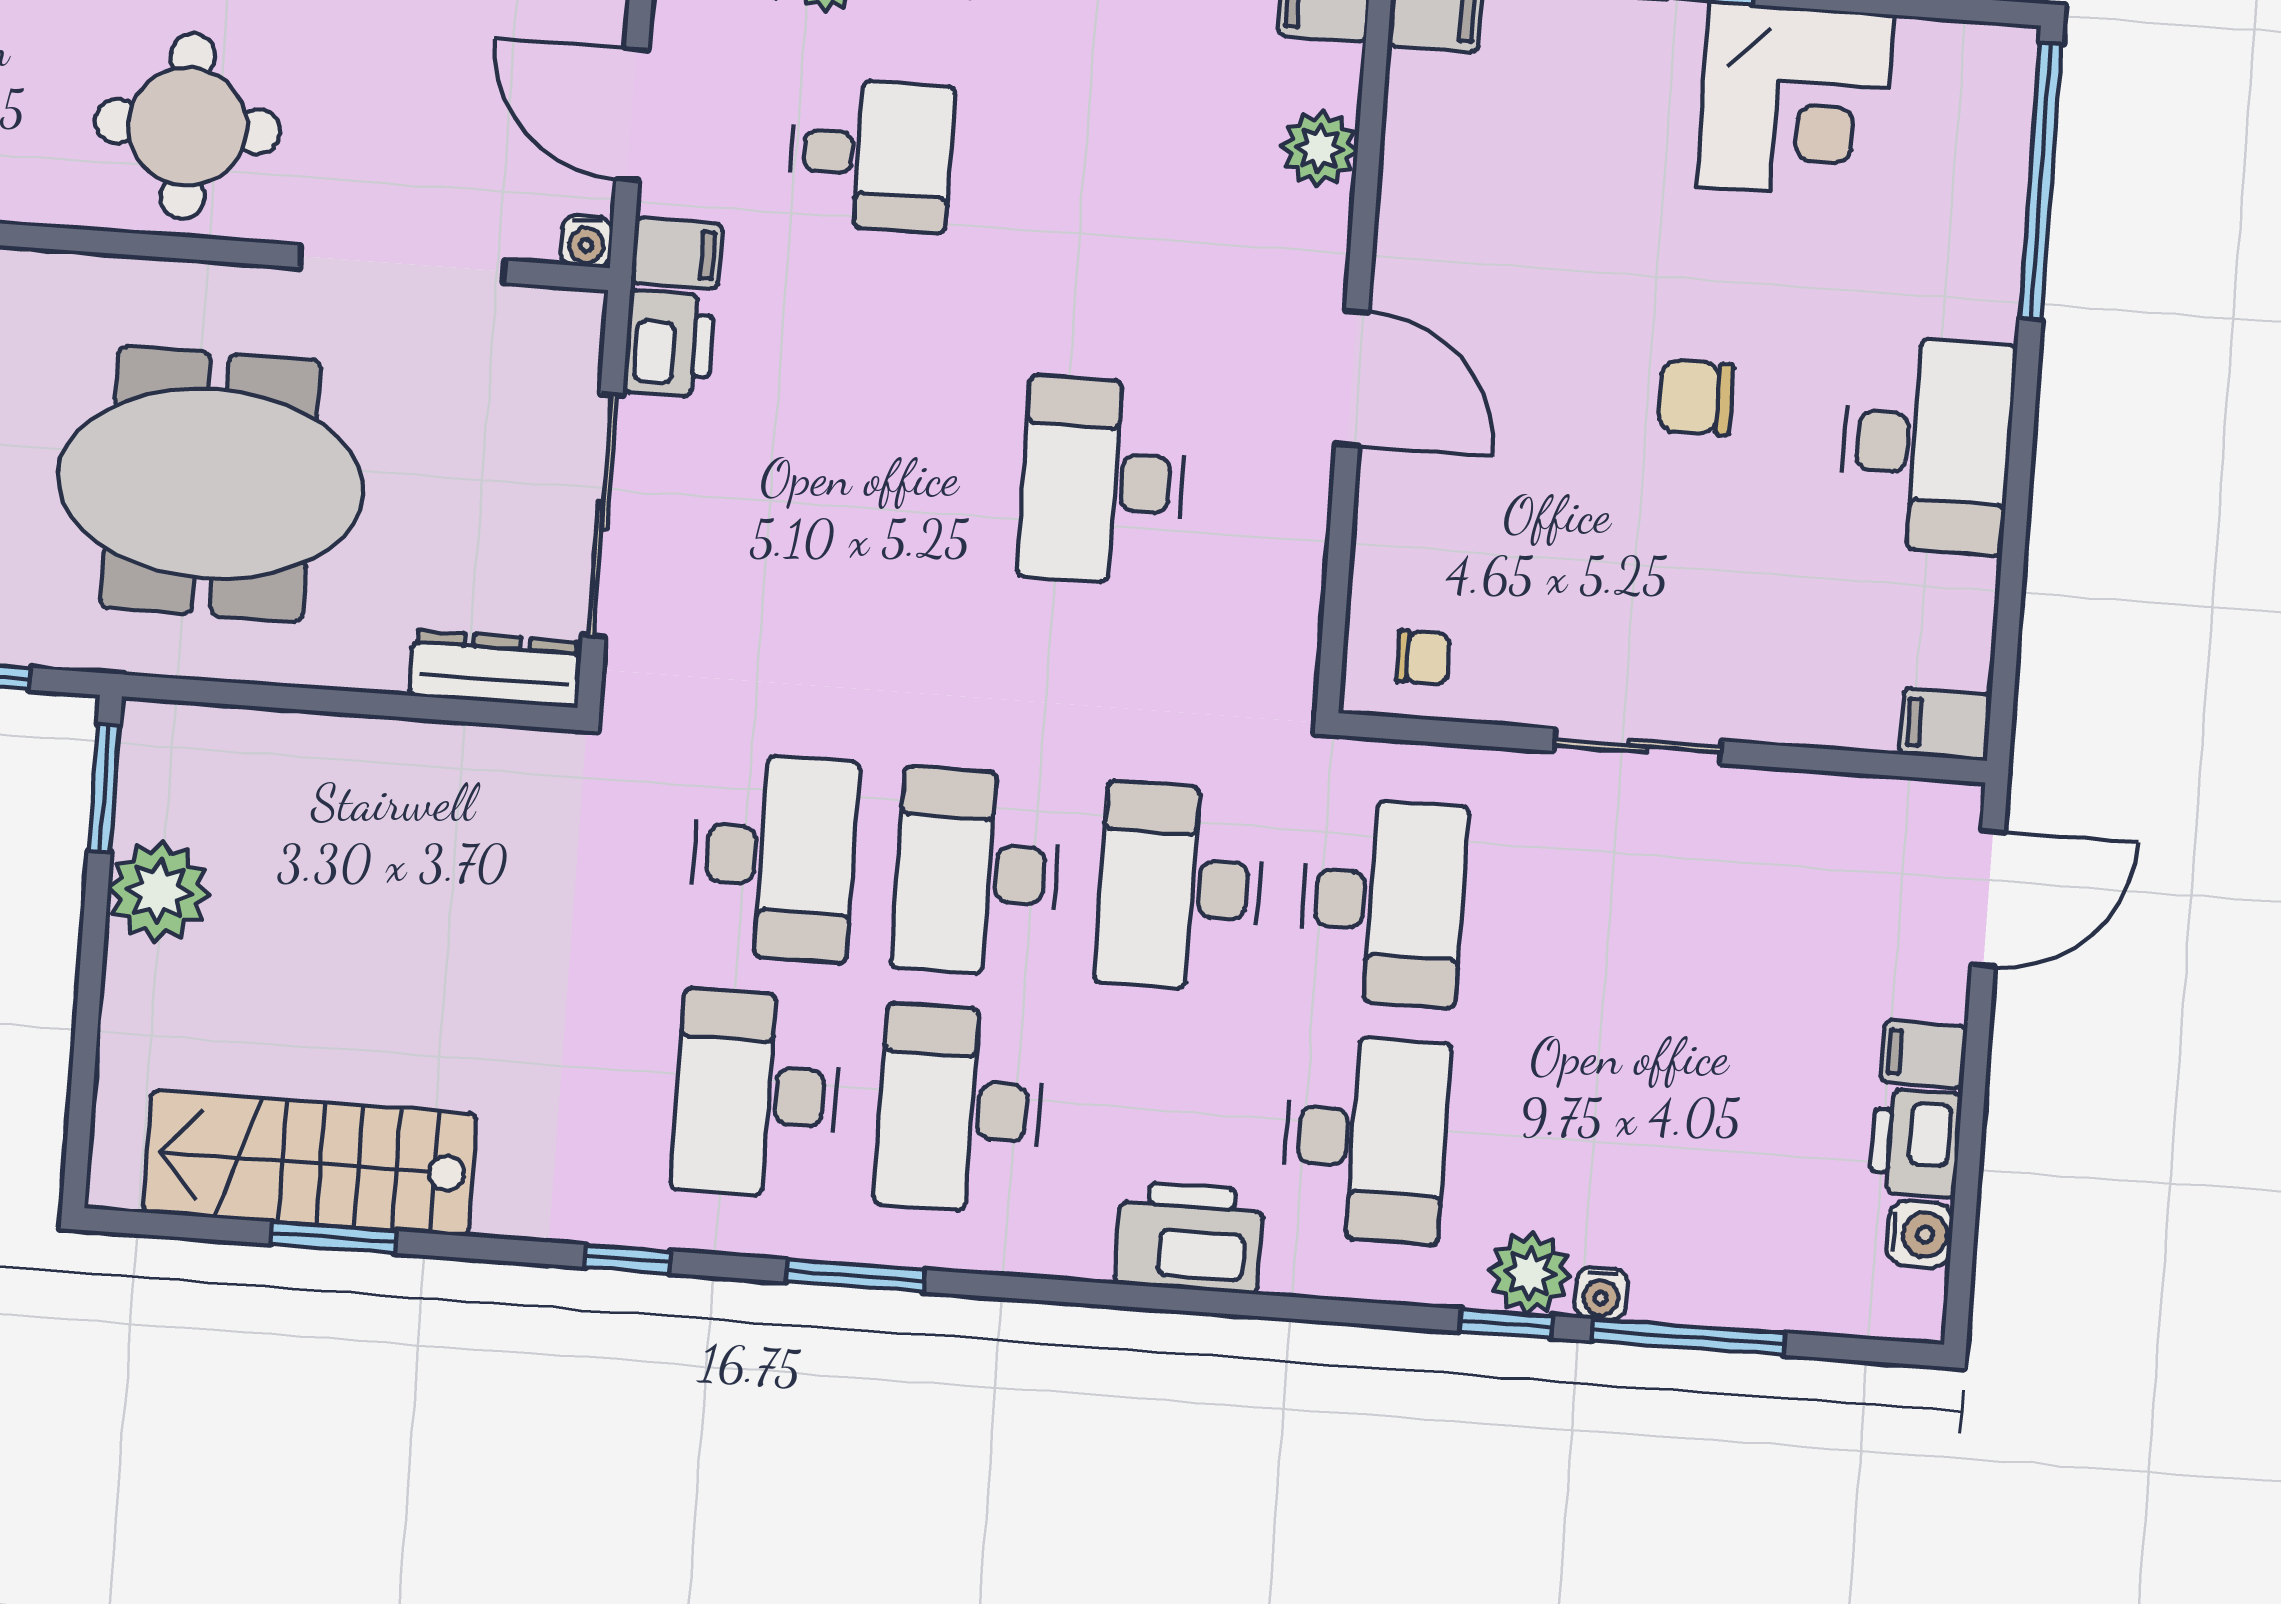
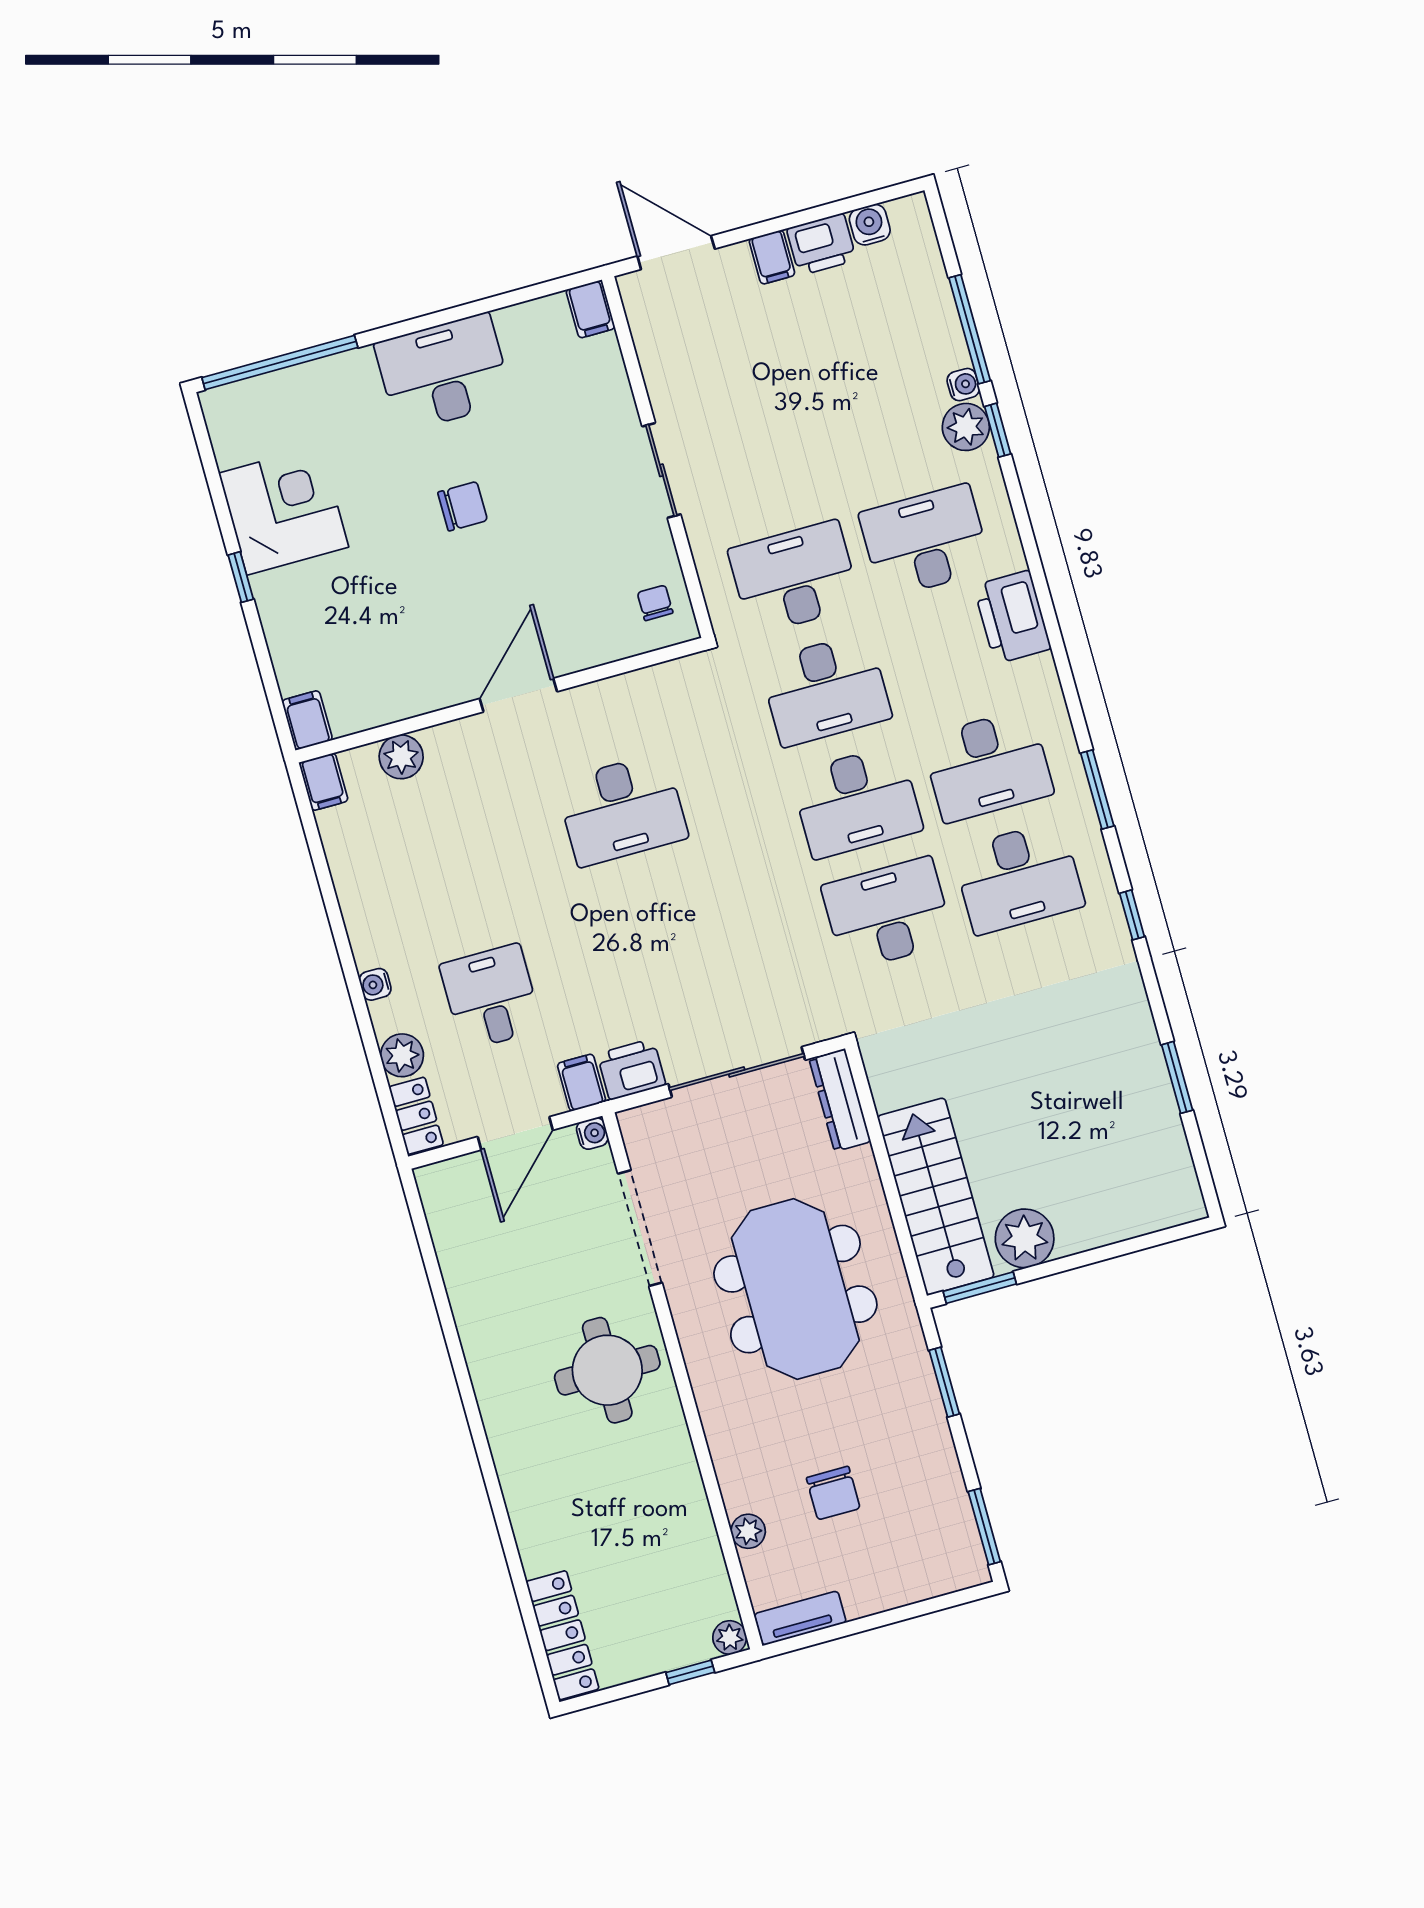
chair: (1696, 397) -> (463, 506), turned -90
stairs: (310, 1163) -> (936, 1197), moved, turned 180

